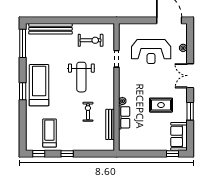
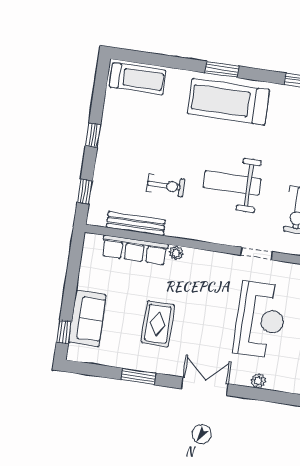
reception desk: (151, 52) -> (260, 320), turned 180
treadmill: (39, 85) -> (228, 102), turned 180
row of seats: (124, 117) -> (135, 250), width x1.48
treadmill: (49, 133) -> (138, 79), moved
sofa: (179, 136) -> (87, 319), moved, turned 90
window: (39, 154) -> (85, 192), moved

